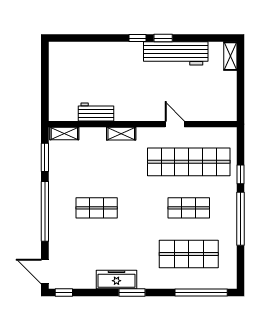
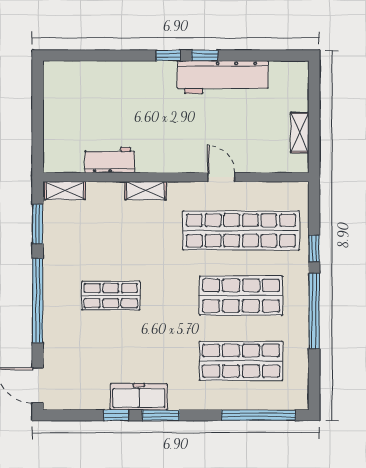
shelving: (230, 56) -> (300, 133), moved
shop shelf: (189, 208) -> (241, 296), width x1.43, depth x1.36
window: (64, 292) -> (116, 415), moved

